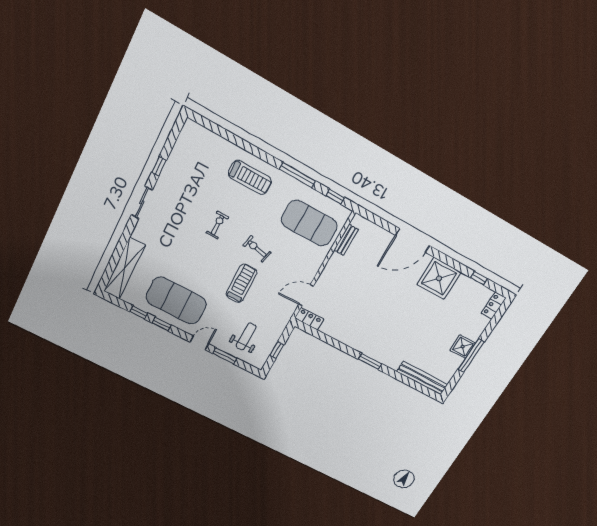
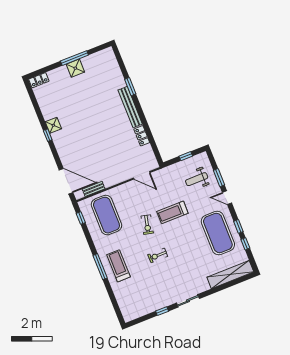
window: (297, 175) -> (100, 267), moved
door: (413, 240) -> (66, 181), moved
shower: (439, 278) -> (53, 125), width x0.54, depth x0.54
window: (479, 278) -> (48, 135), moved
locker: (309, 319) -> (142, 136), moved
window: (370, 361) -> (130, 87), moved
bench: (422, 378) -> (130, 107), moved

